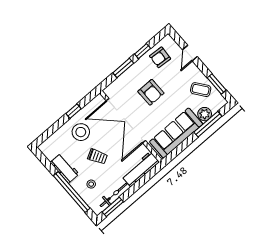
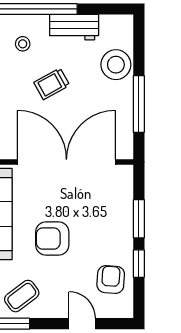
armchair: (151, 92) -> (52, 239), moved
window: (74, 111) -> (139, 104), width x2.17
stool: (81, 132) -> (116, 65), moved

